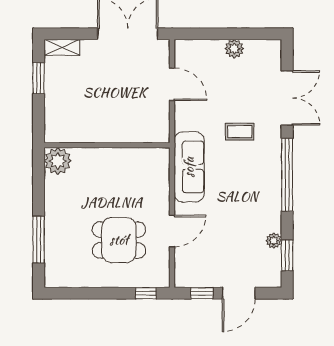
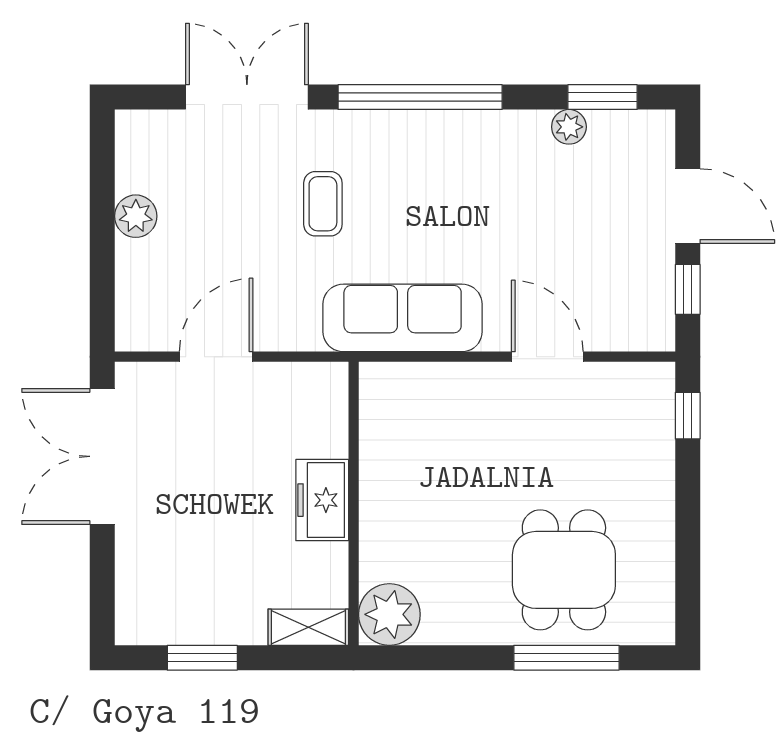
shelving: (62, 47) -> (308, 627), moved, turned 90
freezer: (108, 131) -> (322, 500), added
dining table: (119, 240) -> (564, 570), moved

